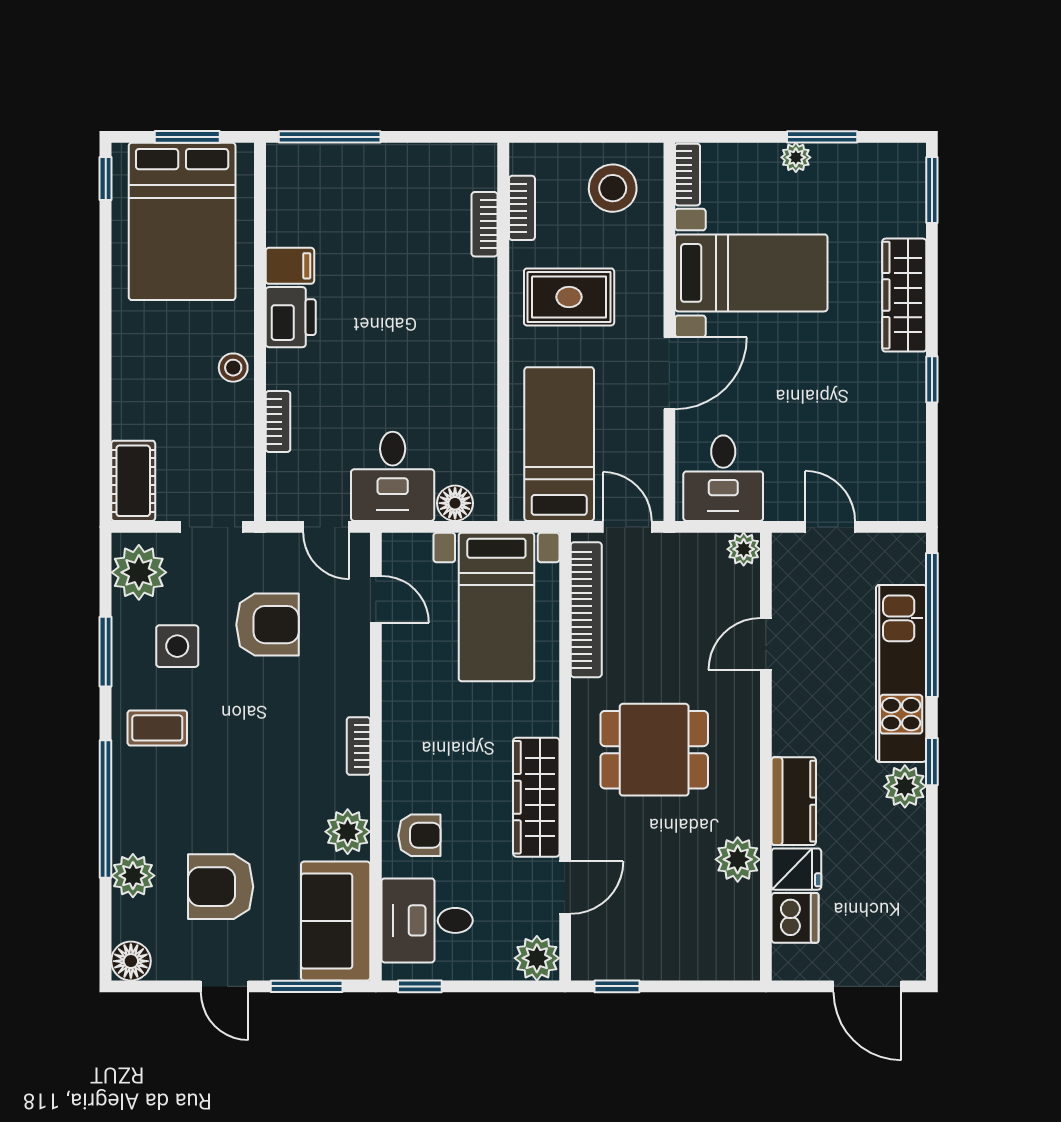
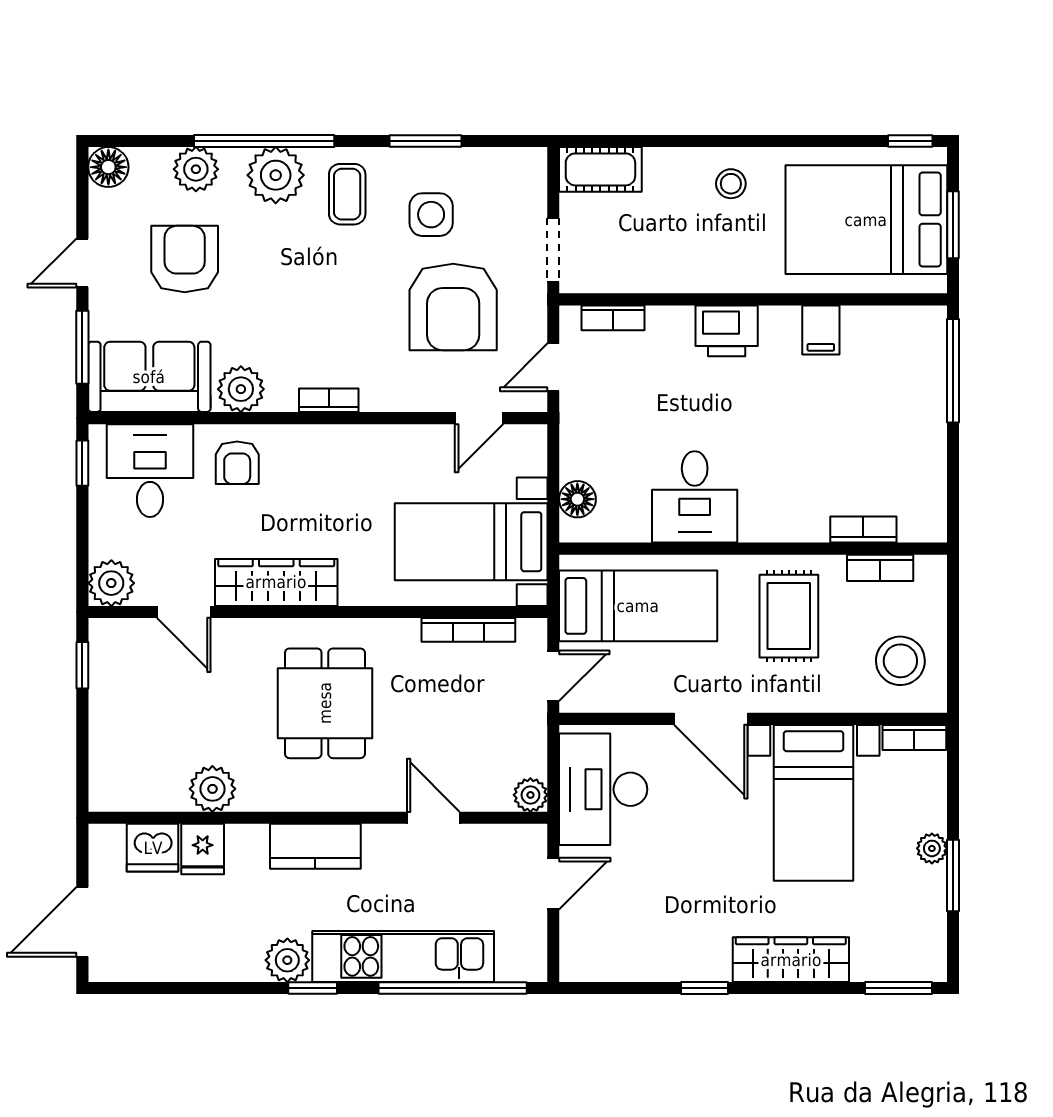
printer: (291, 317) -> (727, 331), moved
stool: (233, 368) -> (731, 184), moved
bookcase: (278, 422) -> (613, 318), moved
desk: (393, 476) -> (695, 497), moved, turned -90
desk: (723, 478) -> (603, 789), width x1.37
plant: (139, 572) -> (276, 175), moved
bookcase: (586, 610) -> (468, 630), width x0.68, depth x0.76
armchair: (267, 625) -> (453, 307), width x1.36, depth x1.36
kitchen counter: (794, 801) -> (315, 846), moved

